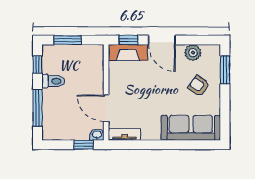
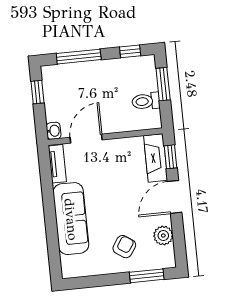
toilet: (53, 81) -> (146, 101), moved, turned 90
sofa: (191, 128) -> (71, 219), moved
window: (84, 145) -> (37, 92), moved

